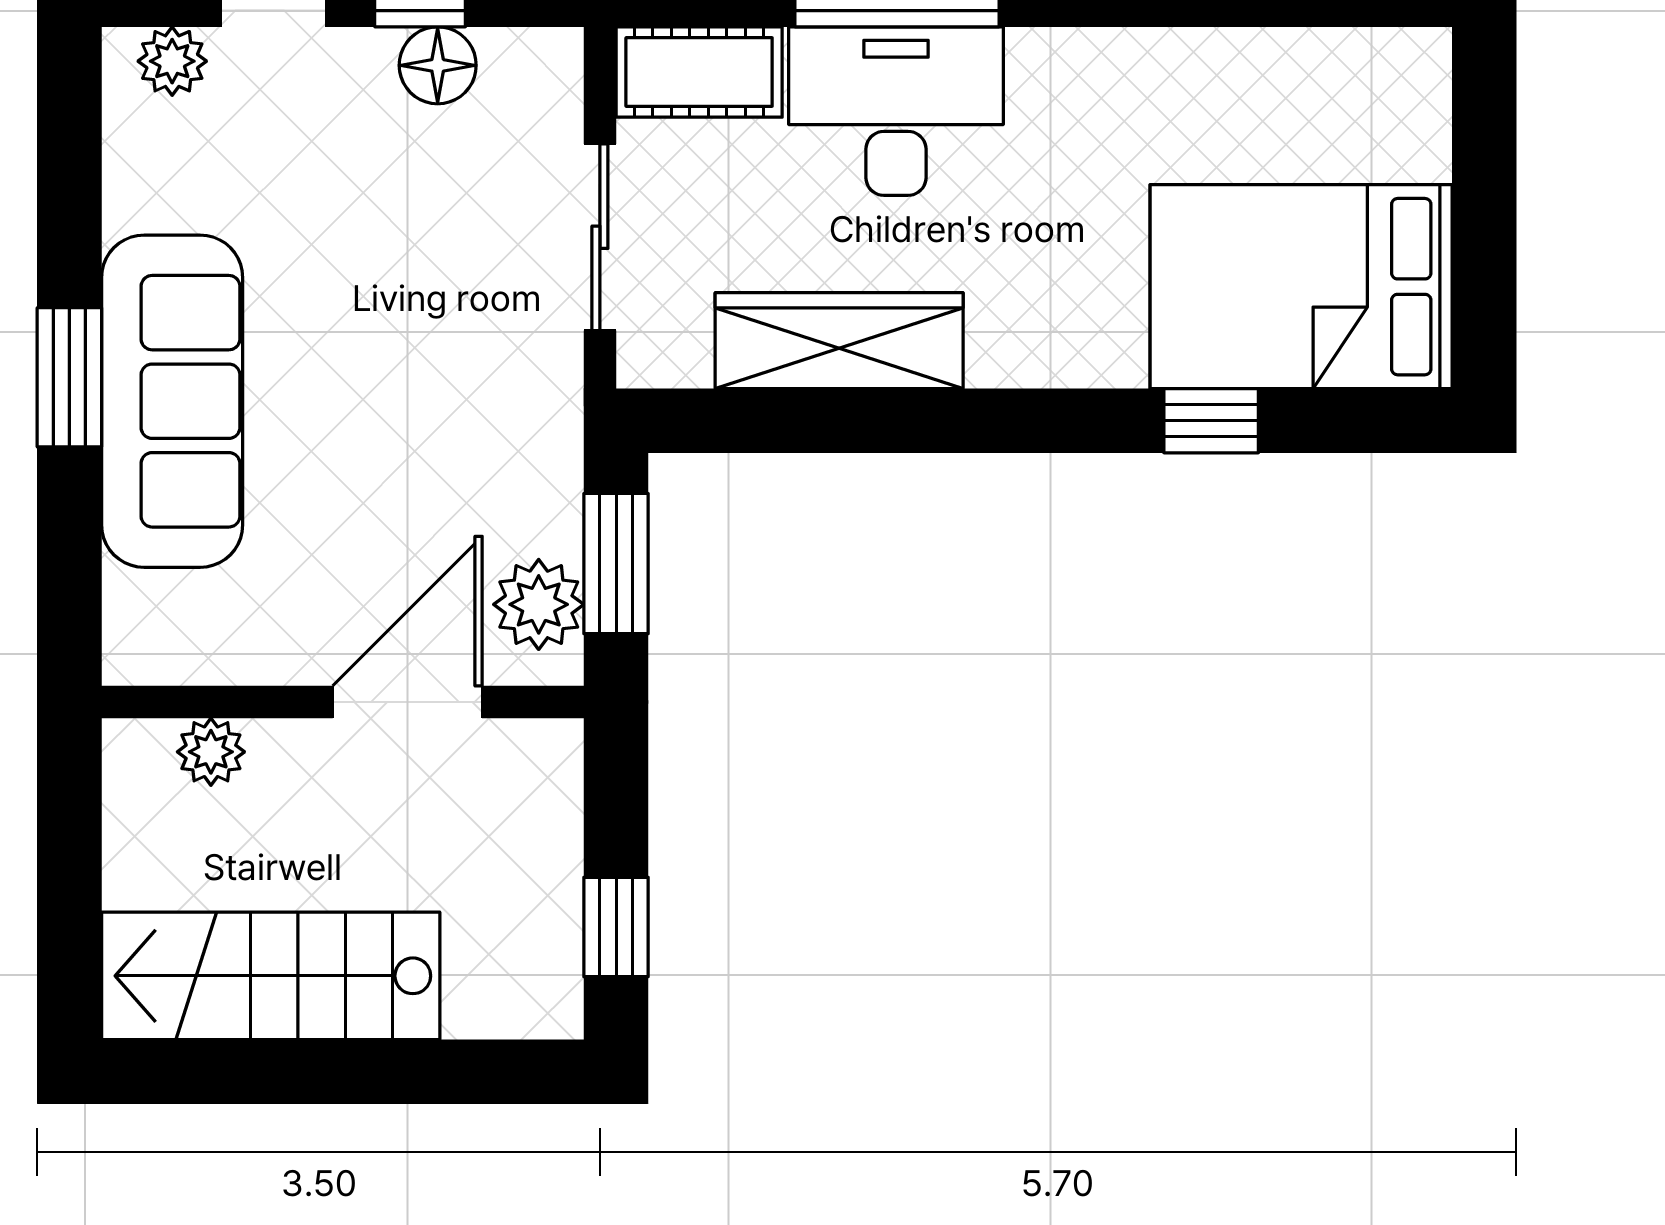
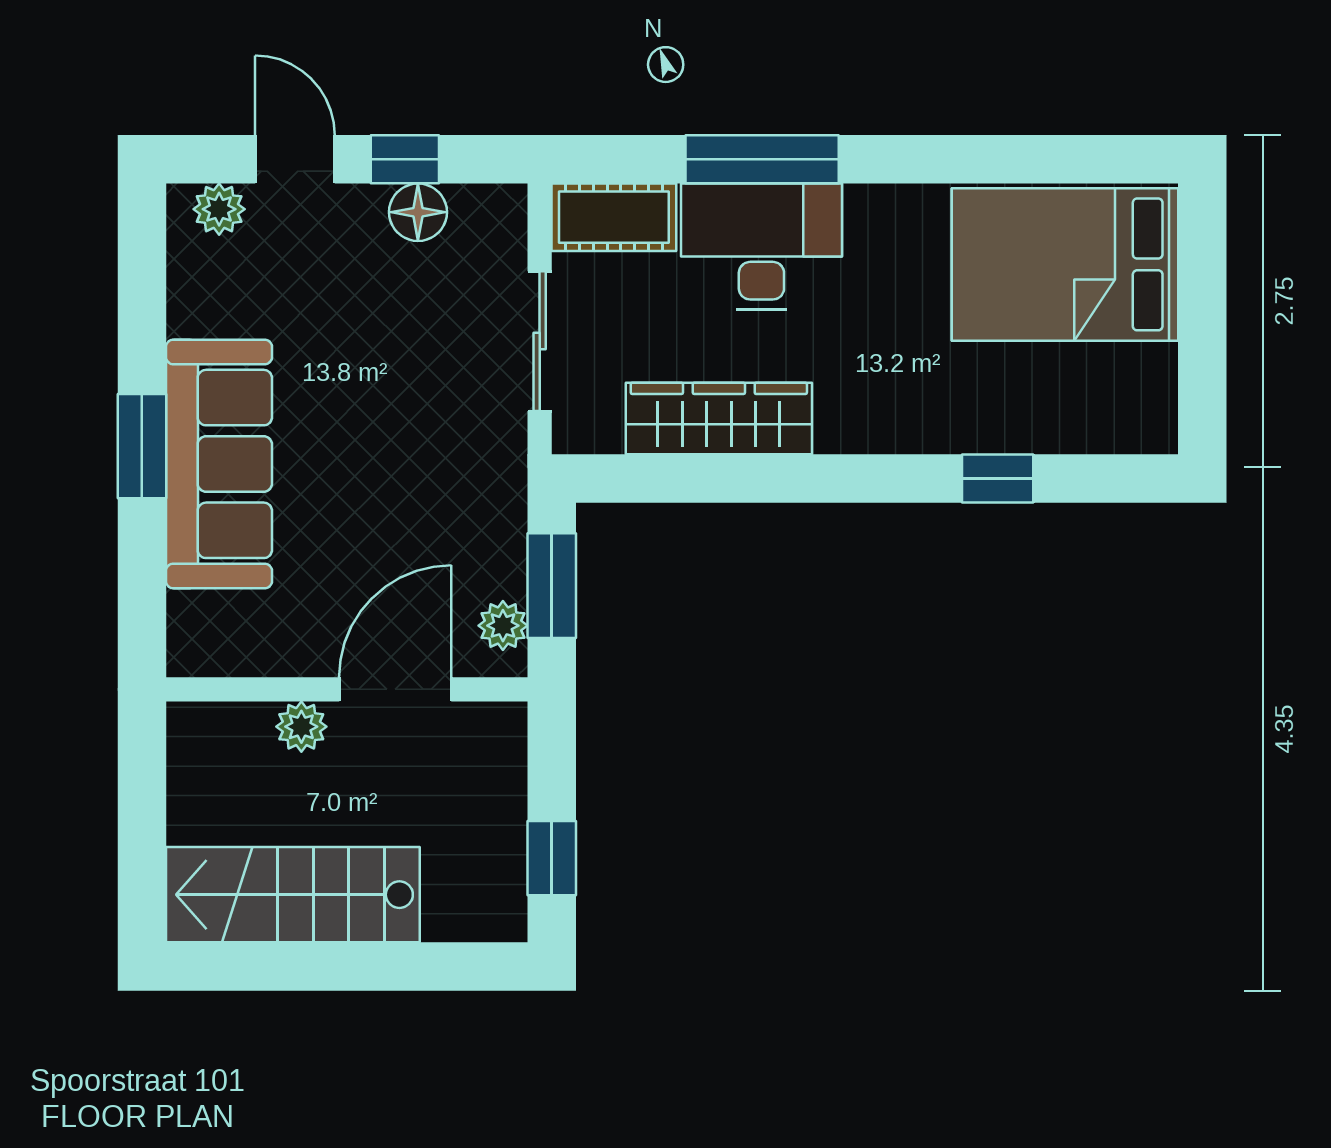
bed: (1301, 287) -> (1065, 264), moved
plant: (539, 604) -> (503, 626), width x0.73, depth x0.73
plant: (211, 752) -> (301, 727), moved

